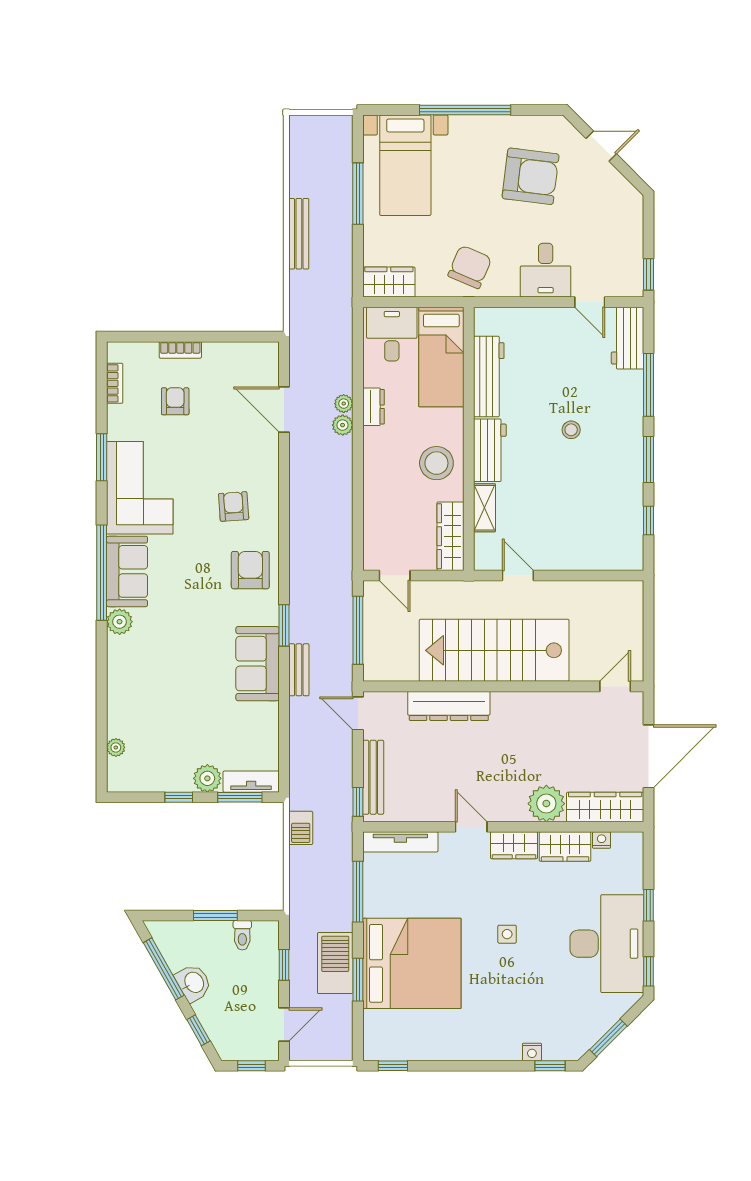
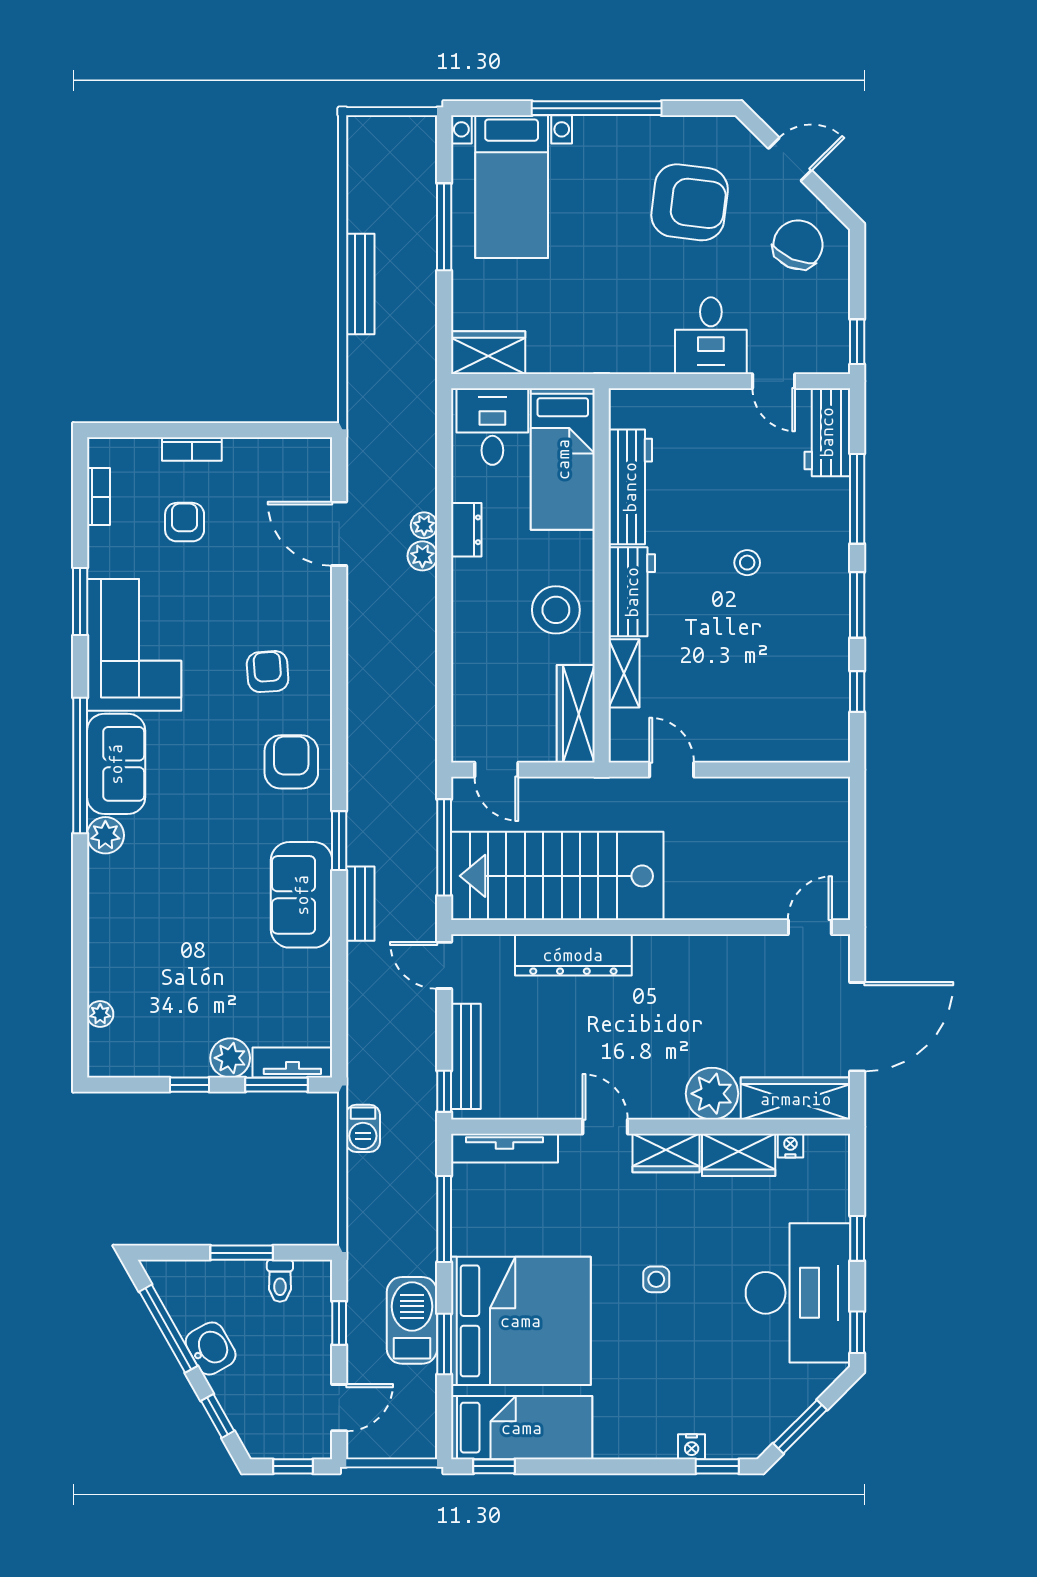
chair: (470, 267) -> (798, 245), moved
stairs: (494, 650) -> (557, 876), moved
bed: (412, 1038) -> (522, 1428), added

